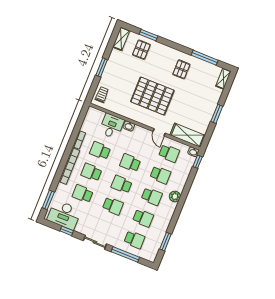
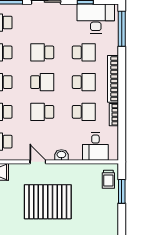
window: (102, 67) -> (122, 191), moved
desk: (111, 126) -> (95, 146), moved
door: (159, 132) -> (38, 162), moved
school desk: (130, 163) -> (42, 112), turned 180
window: (48, 200) -> (122, 29), width x1.44

